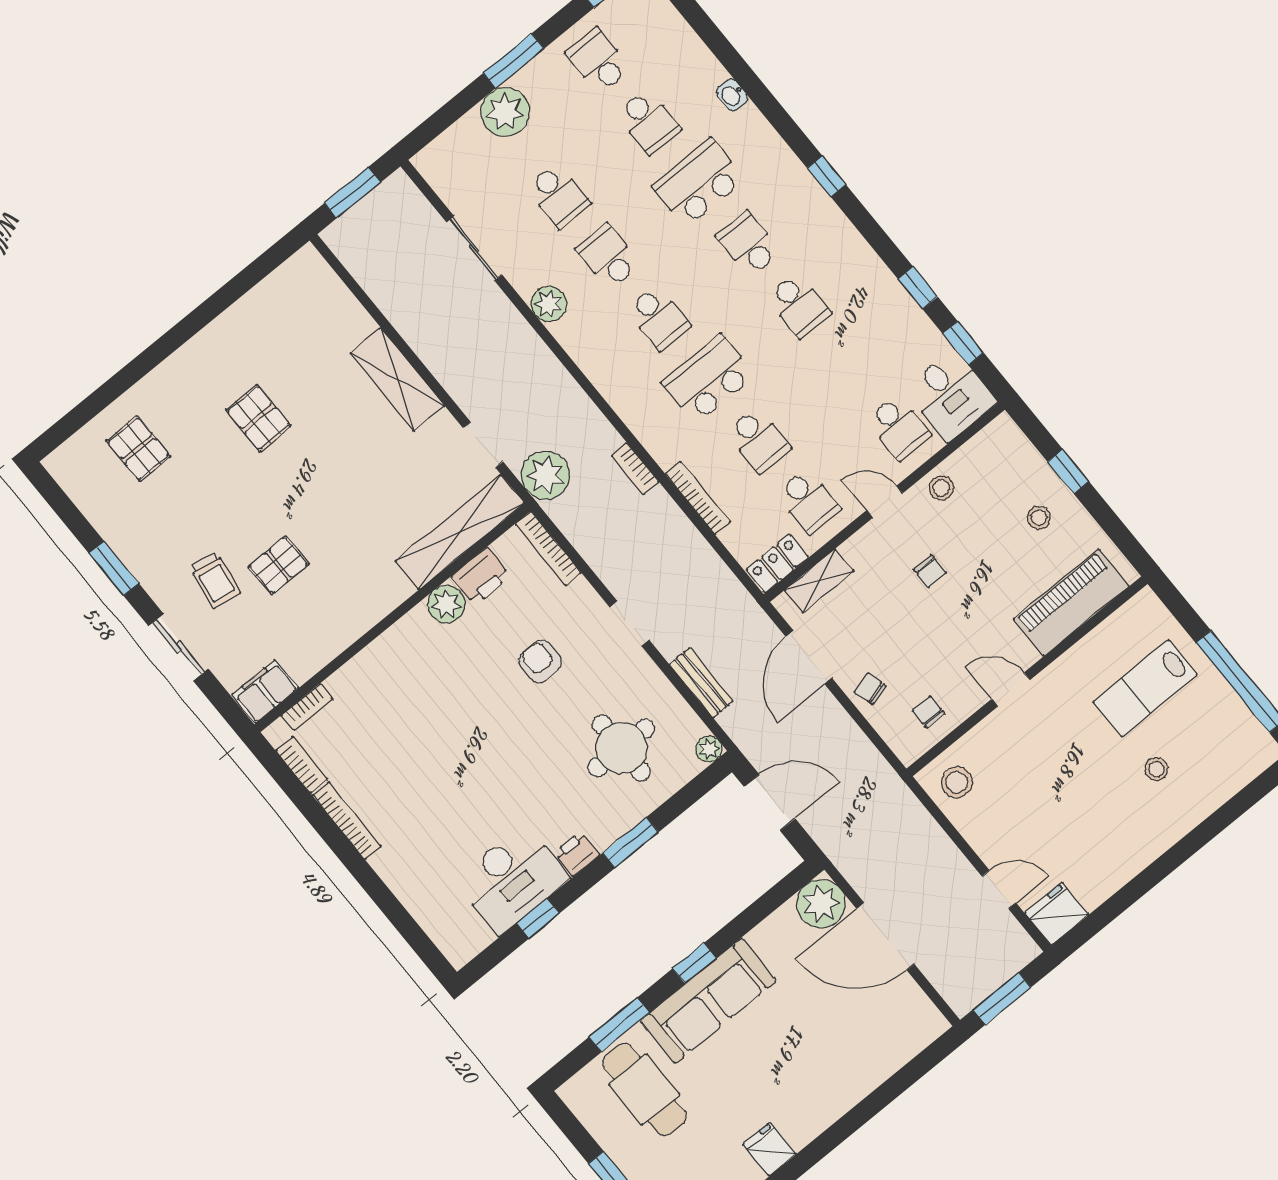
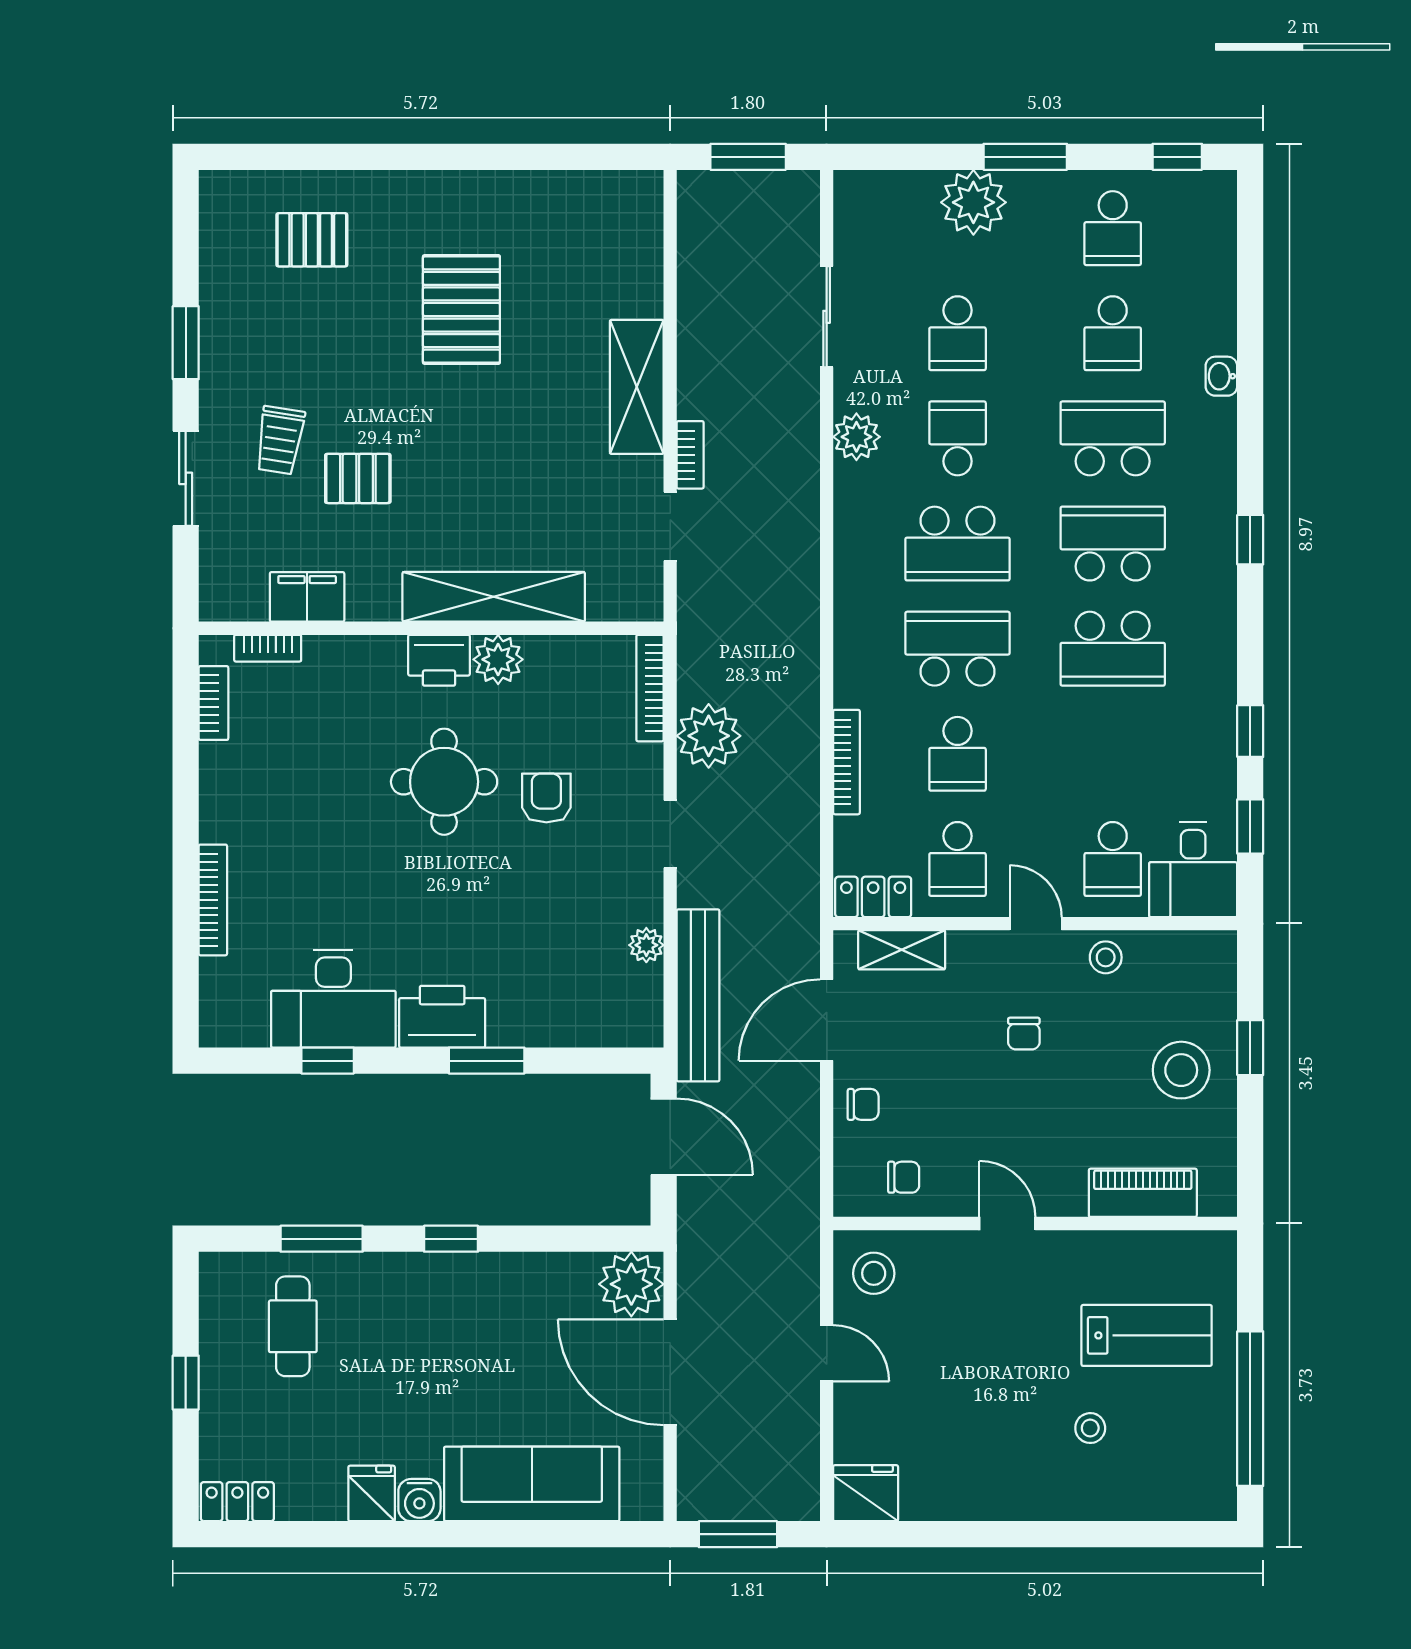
school desk: (598, 61) -> (1113, 228), turned 180
school desk: (748, 244) -> (1113, 544), width x1.85
school desk: (799, 305) -> (1113, 649), width x1.85
school desk: (658, 318) -> (958, 544), width x1.85
pallet: (258, 418) -> (461, 310), width x1.50, depth x1.42
pallet: (138, 449) -> (312, 240), turned 90
bookcase: (635, 469) -> (690, 455), moved, turned 180
plant: (545, 475) -> (709, 736), moved
stool: (1039, 518) -> (1181, 1070), width x1.89, depth x1.89
shelving: (460, 532) -> (494, 597), moved
printer: (481, 576) -> (439, 660), moved
piano: (1071, 603) -> (1143, 1193), width x0.73, depth x0.75
bench: (701, 683) -> (698, 995), width x1.86, depth x1.21
lab bench: (1145, 688) -> (1147, 1335), turned 180
chair: (870, 689) -> (863, 1104), turned 106
filing cabinet: (265, 691) -> (307, 597), moved
chair: (929, 712) -> (904, 1177), turned 90
round table: (621, 748) -> (444, 782), moved
plant: (709, 749) -> (646, 945), moved
bookcase: (347, 821) -> (213, 900), moved
printer: (577, 854) -> (442, 1017), width x1.87, depth x1.48
door: (999, 890) -> (827, 1353), moved
sofa: (708, 1001) -> (532, 1484), moved, turned 180
cafe table: (644, 1089) -> (293, 1326), width x0.73, depth x0.74
water cooler: (801, 1130) -> (419, 1500), added

